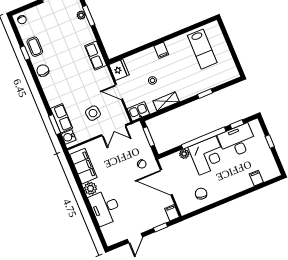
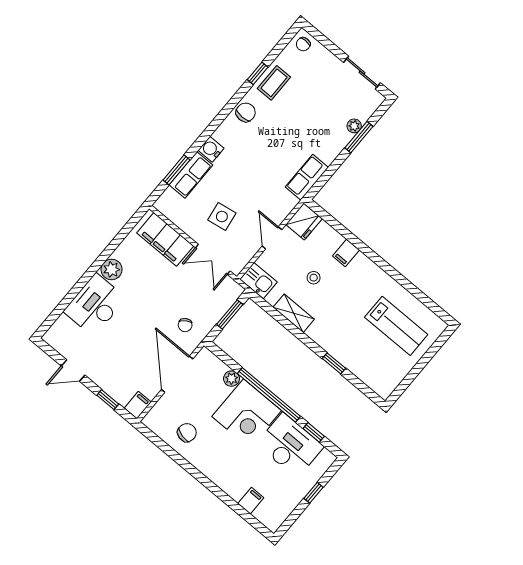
lab bench: (202, 49) -> (396, 326), turned -90
filing cabinet: (161, 50) -> (346, 253), moved
water cooler: (69, 137) -> (211, 149), moved
filing cabinet: (83, 166) -> (165, 239), moved, turned 90

